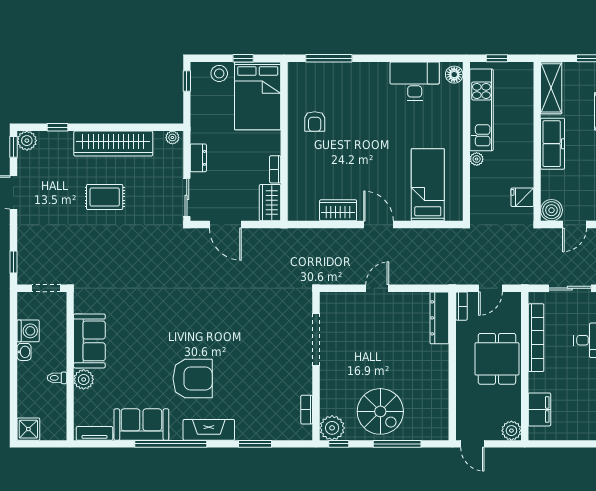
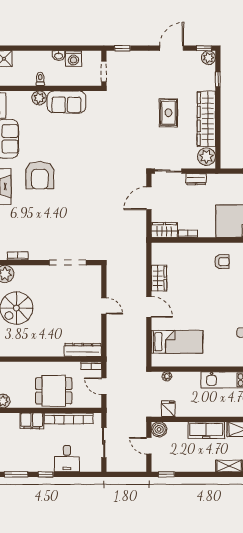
armchair: (315, 122) -> (222, 262), turned 180
plant: (172, 137) -> (206, 157), width x1.88, depth x1.88
plant: (477, 159) -> (167, 376), moved
door: (379, 225) -> (149, 307), hinge flipped
filing cabinet: (539, 409) -> (32, 421), moved

